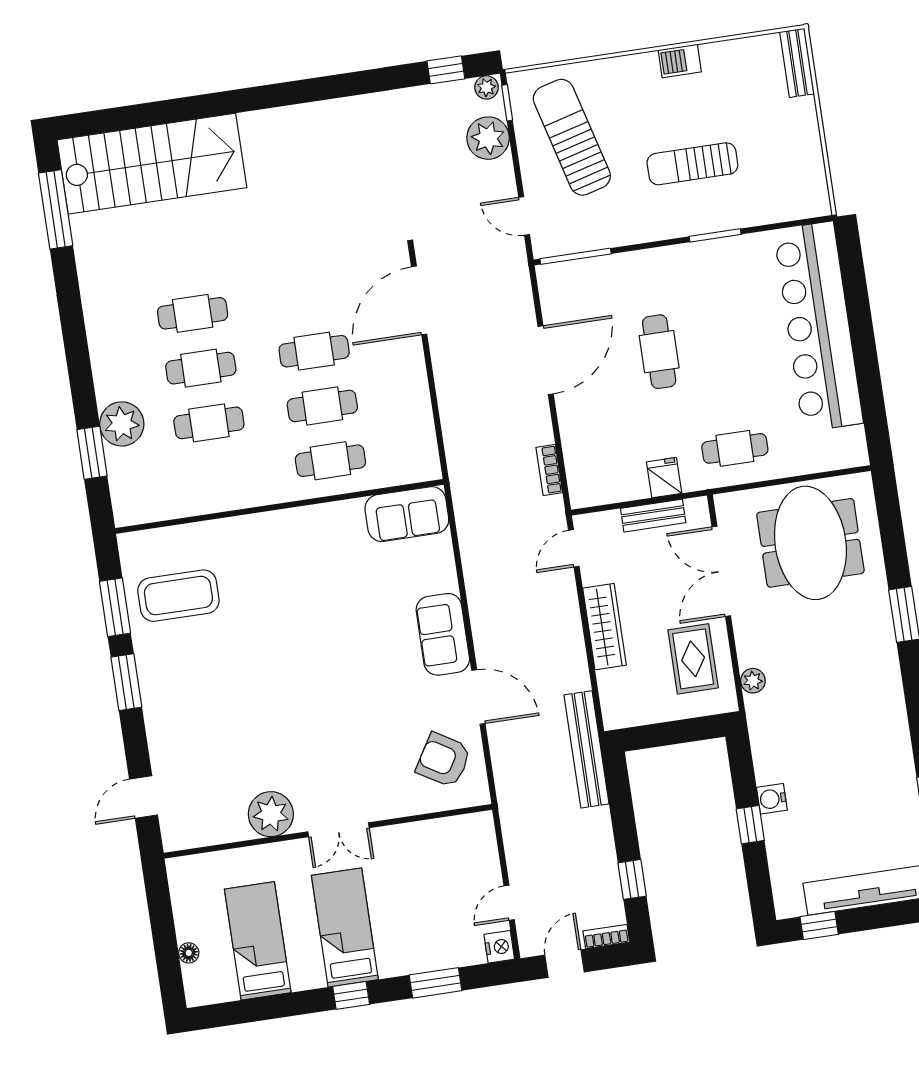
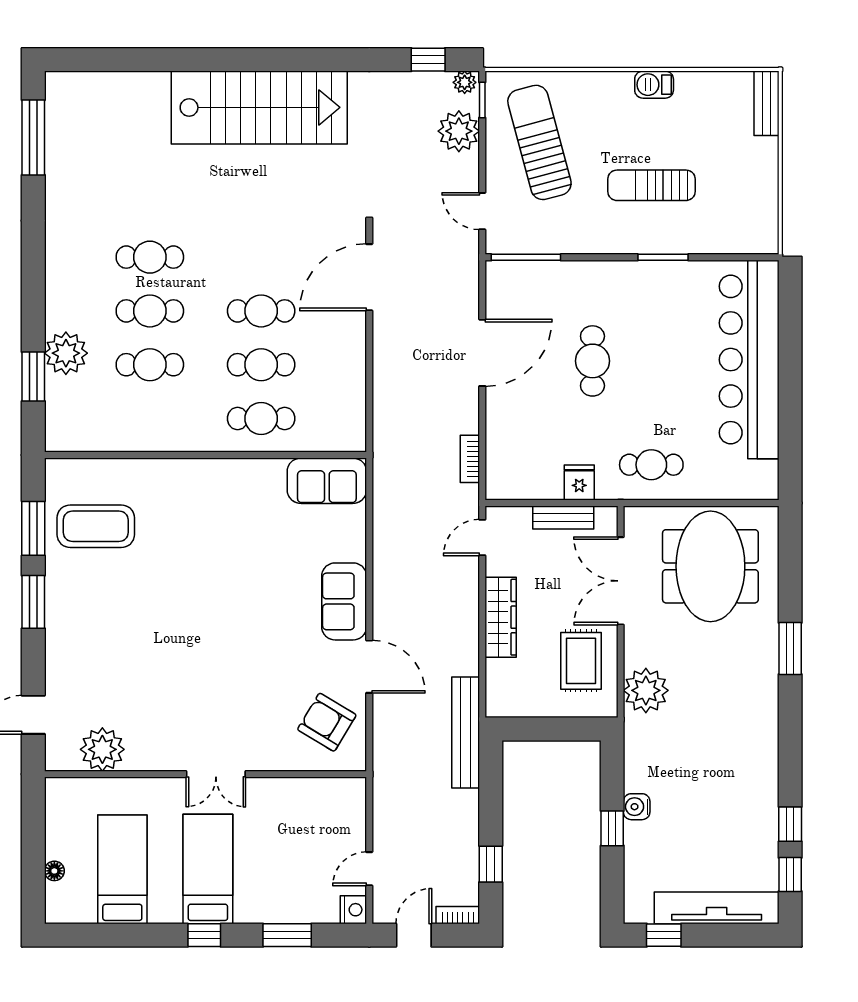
stairs: (152, 164) -> (259, 107), moved
plant: (753, 681) -> (646, 690), width x1.88, depth x1.88
plant: (271, 814) -> (102, 749), moved

